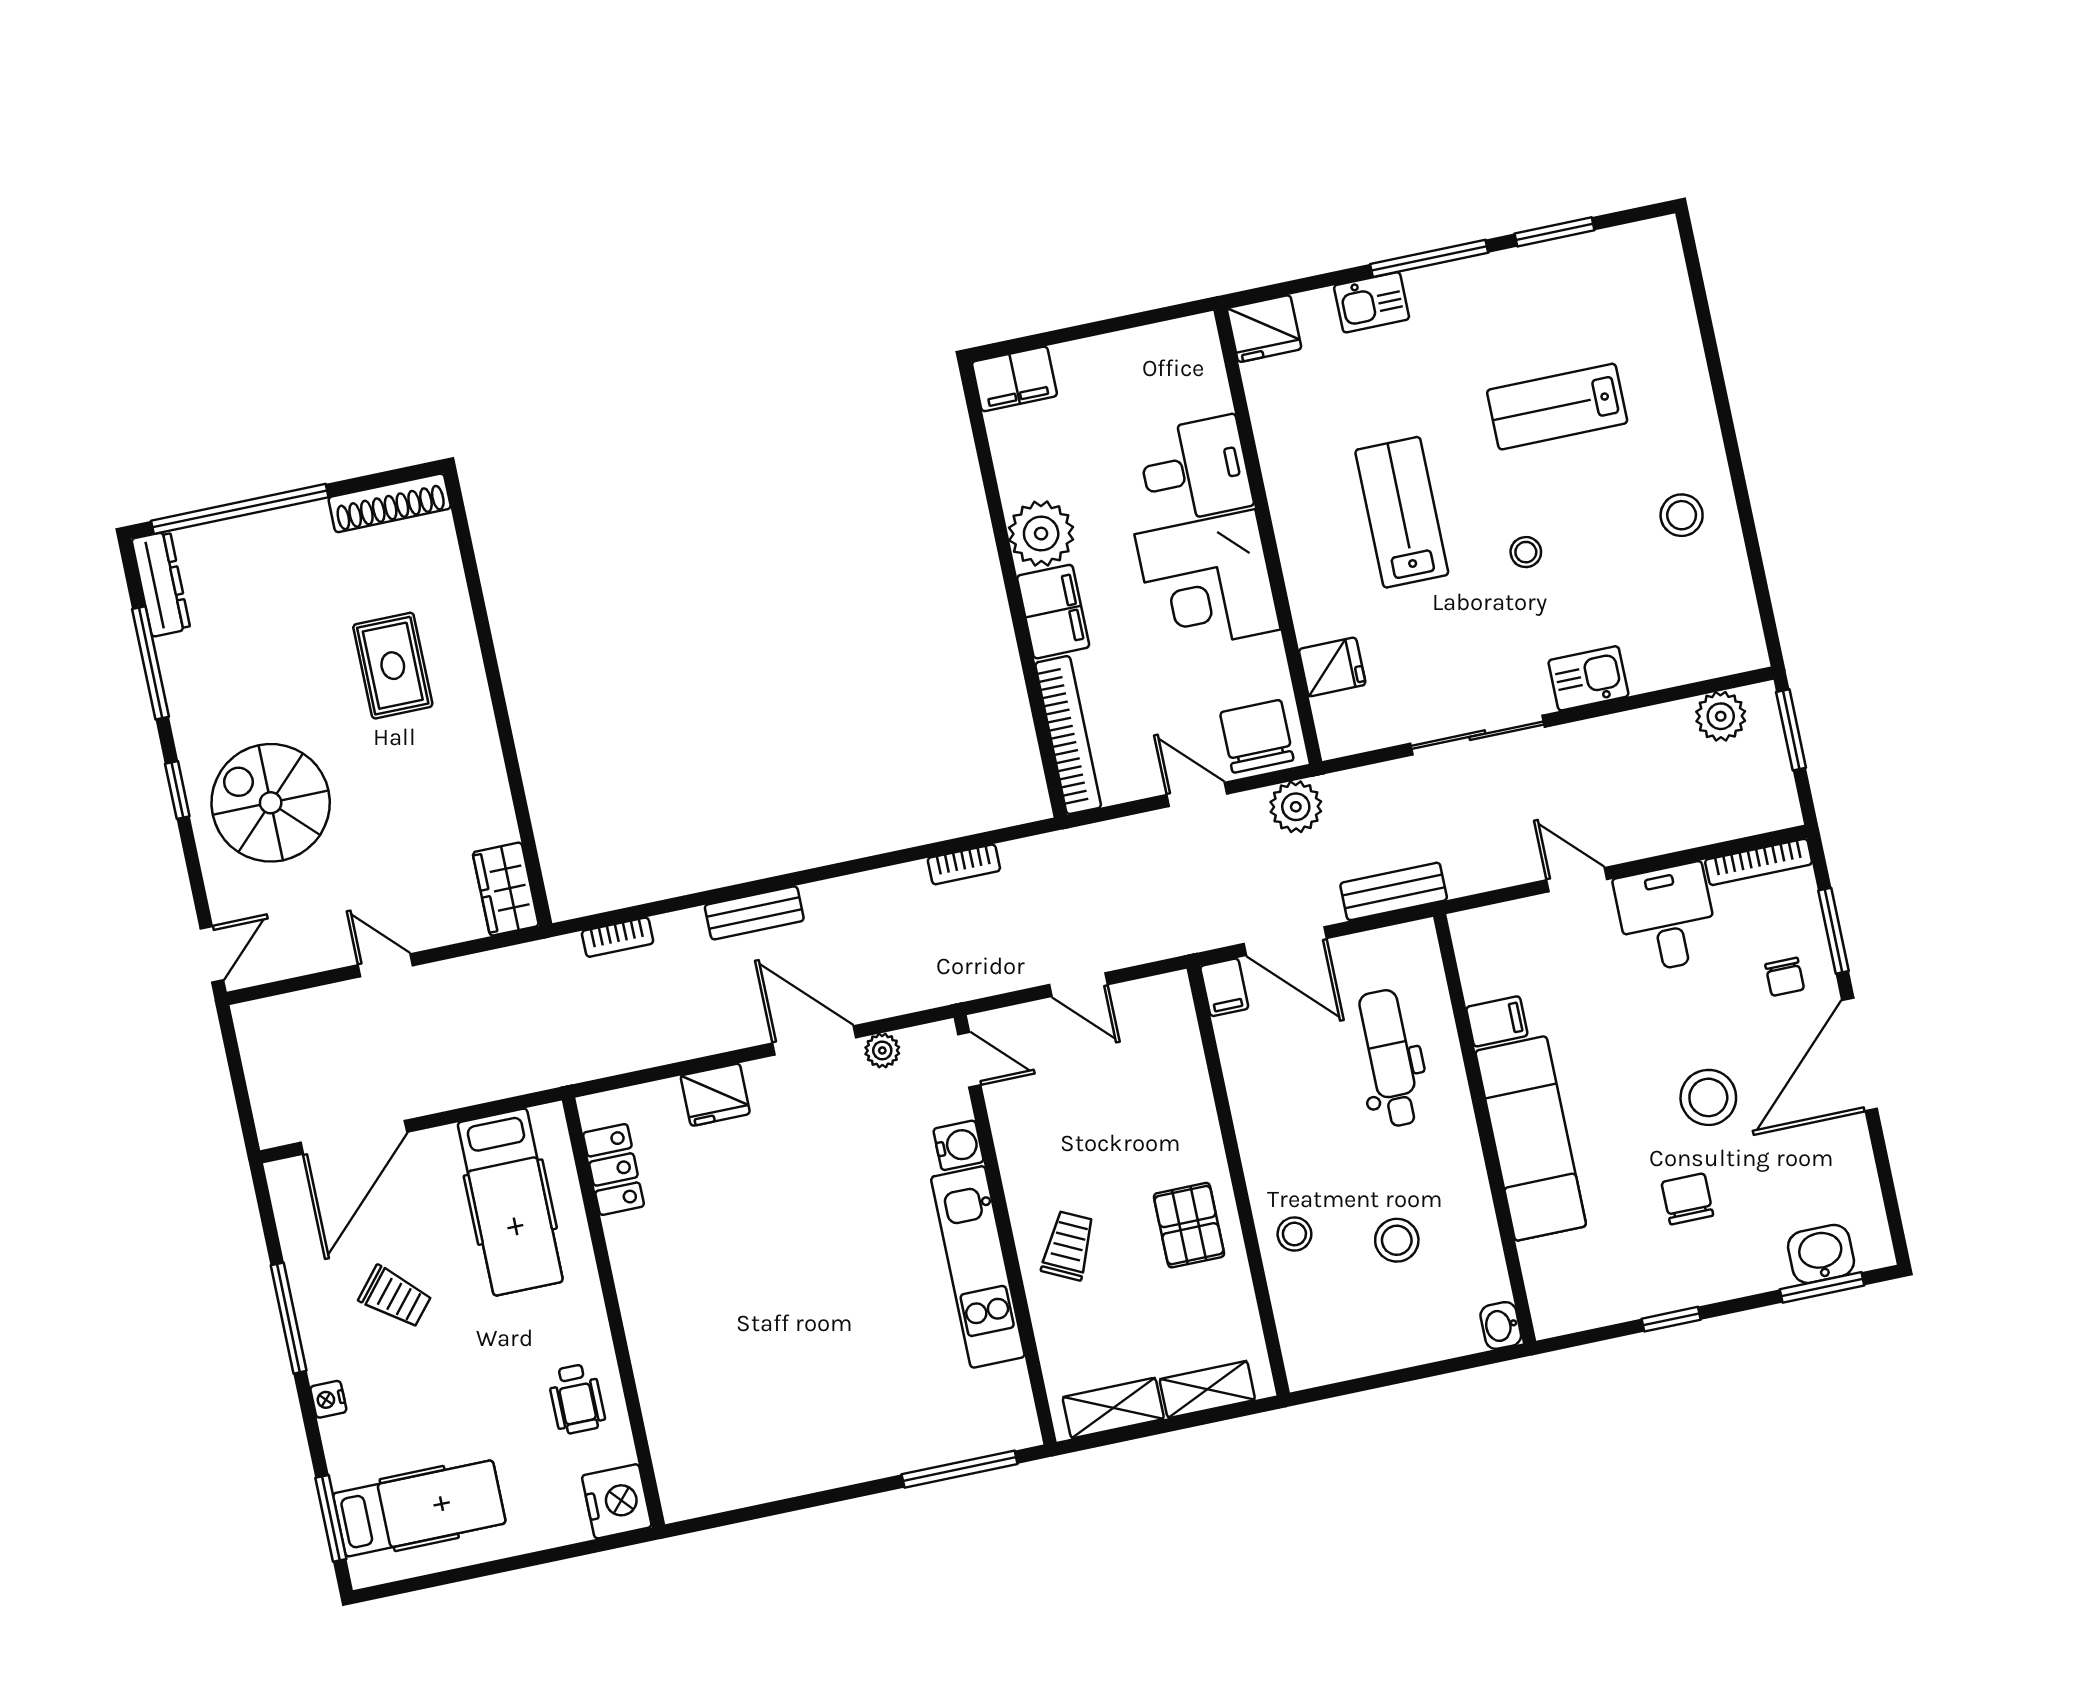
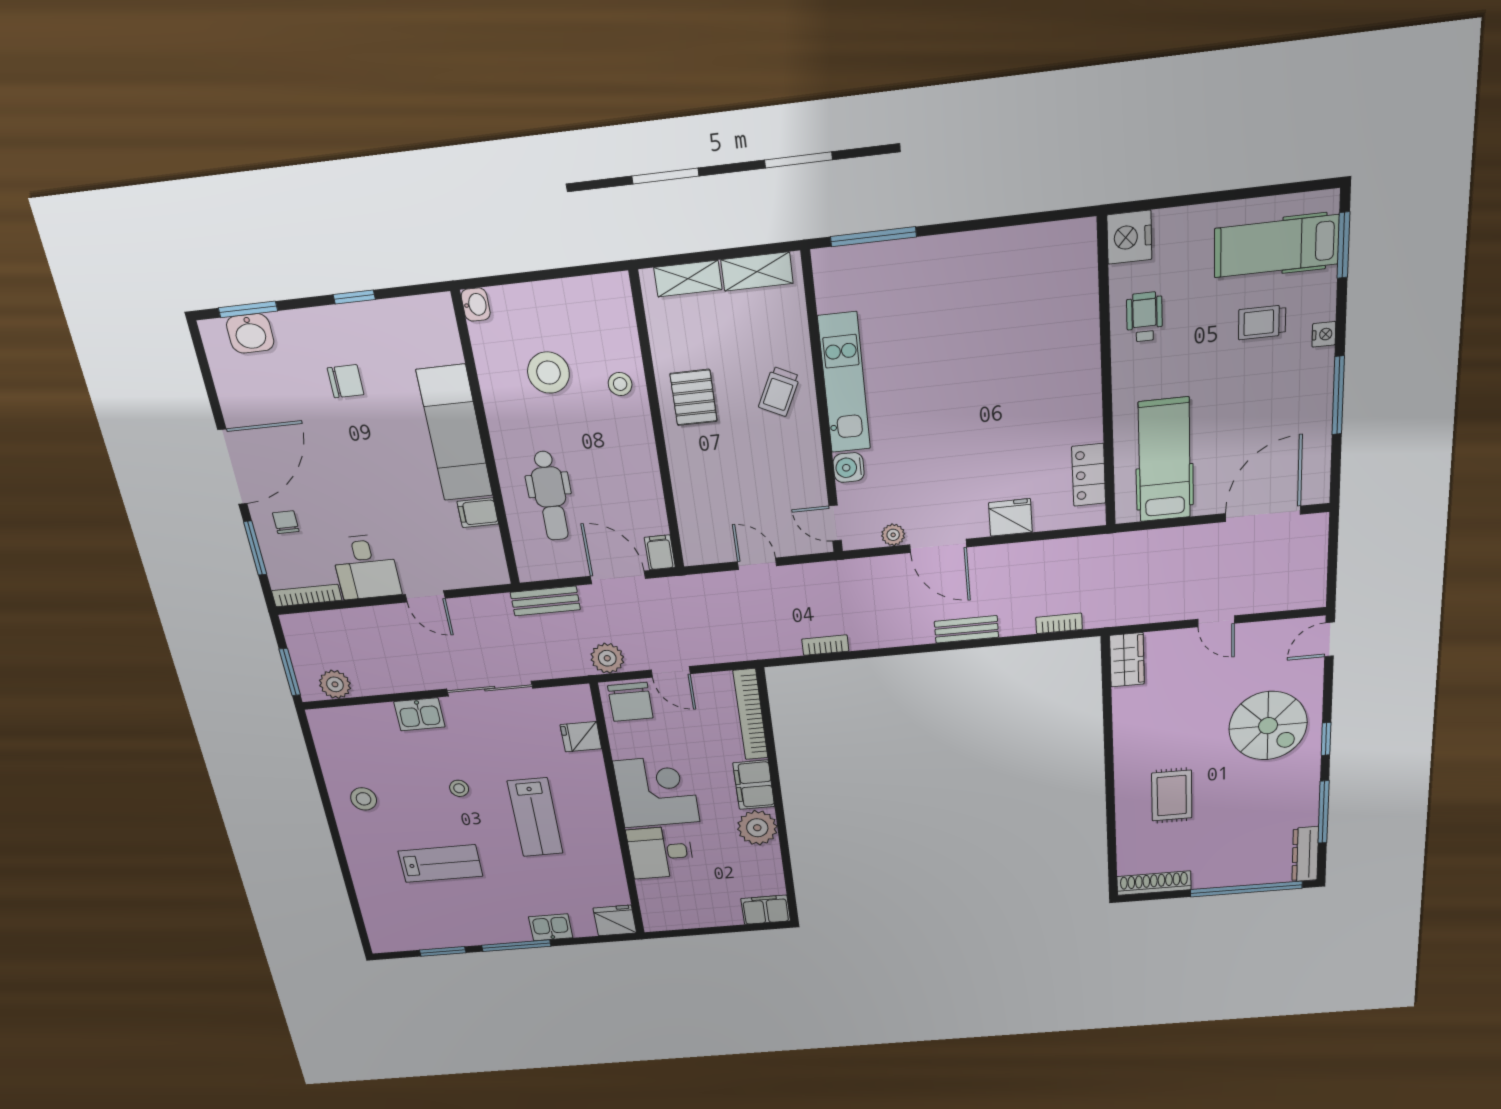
stool: (1708, 1097) -> (334, 449), removed
chair: (1687, 1199) -> (346, 381), turned -90
stool: (1397, 1240) -> (548, 373), width x1.38, depth x1.38
trolley: (395, 1297) -> (1262, 322), moved, turned -40

